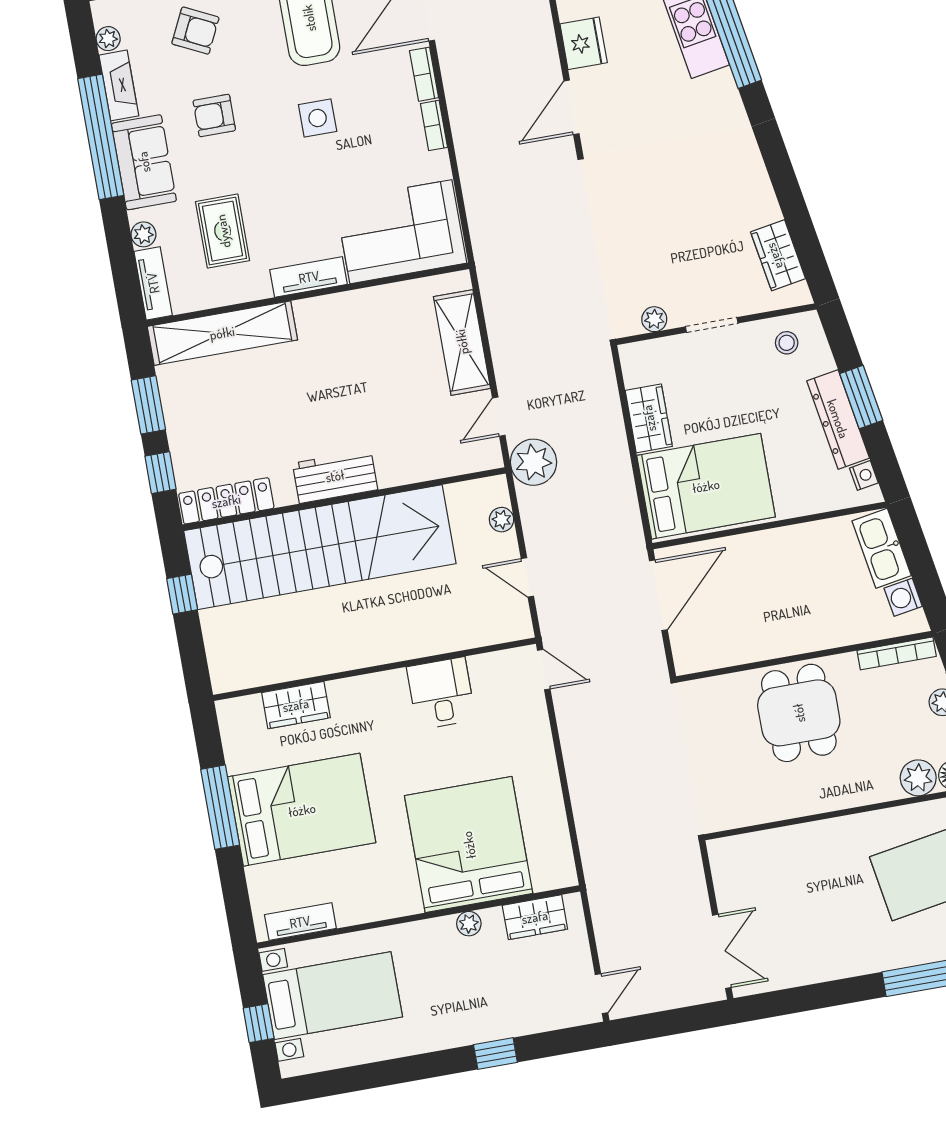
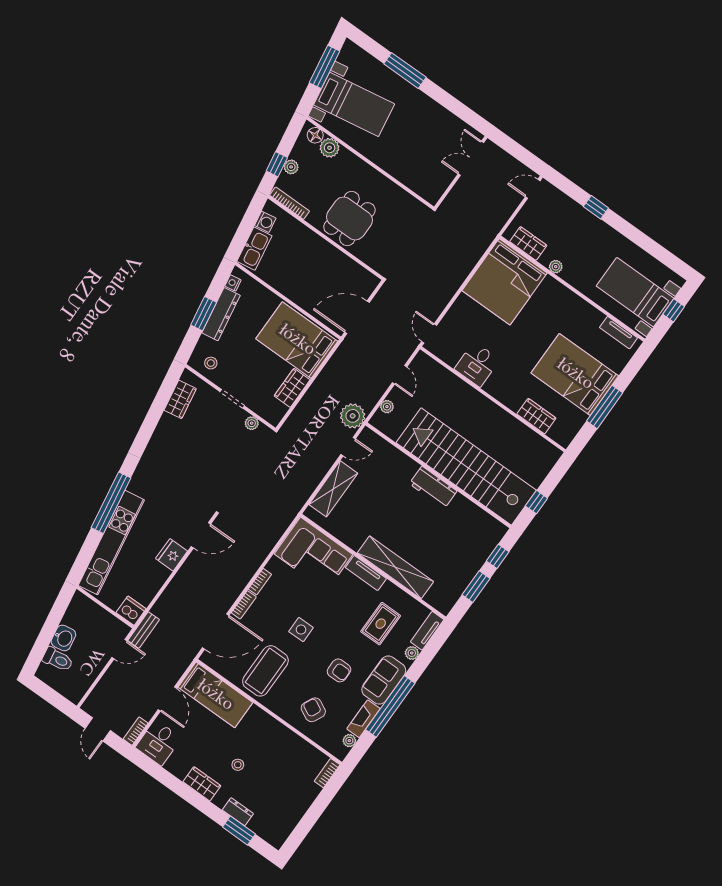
shelving: (222, 333) -> (395, 567), moved
locker: (226, 501) -> (484, 520), removed
bed: (469, 845) -> (505, 282), moved

